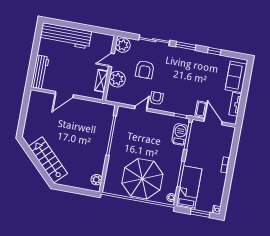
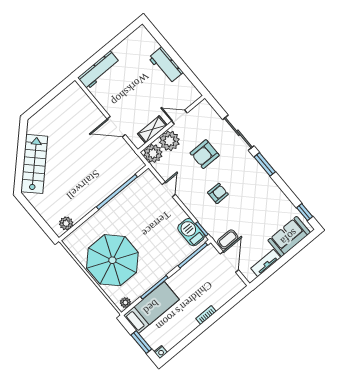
workbench: (66, 36) -> (166, 65), width x0.53, depth x0.76
plant: (123, 45) -> (153, 153), moved
window: (214, 51) -> (305, 212), moved
door: (64, 94) -> (116, 127), moved
armchair: (157, 98) -> (218, 193), moved
door: (141, 108) -> (169, 189), hinge flipped
barbecue: (180, 134) -> (191, 232), moved, turned -90

